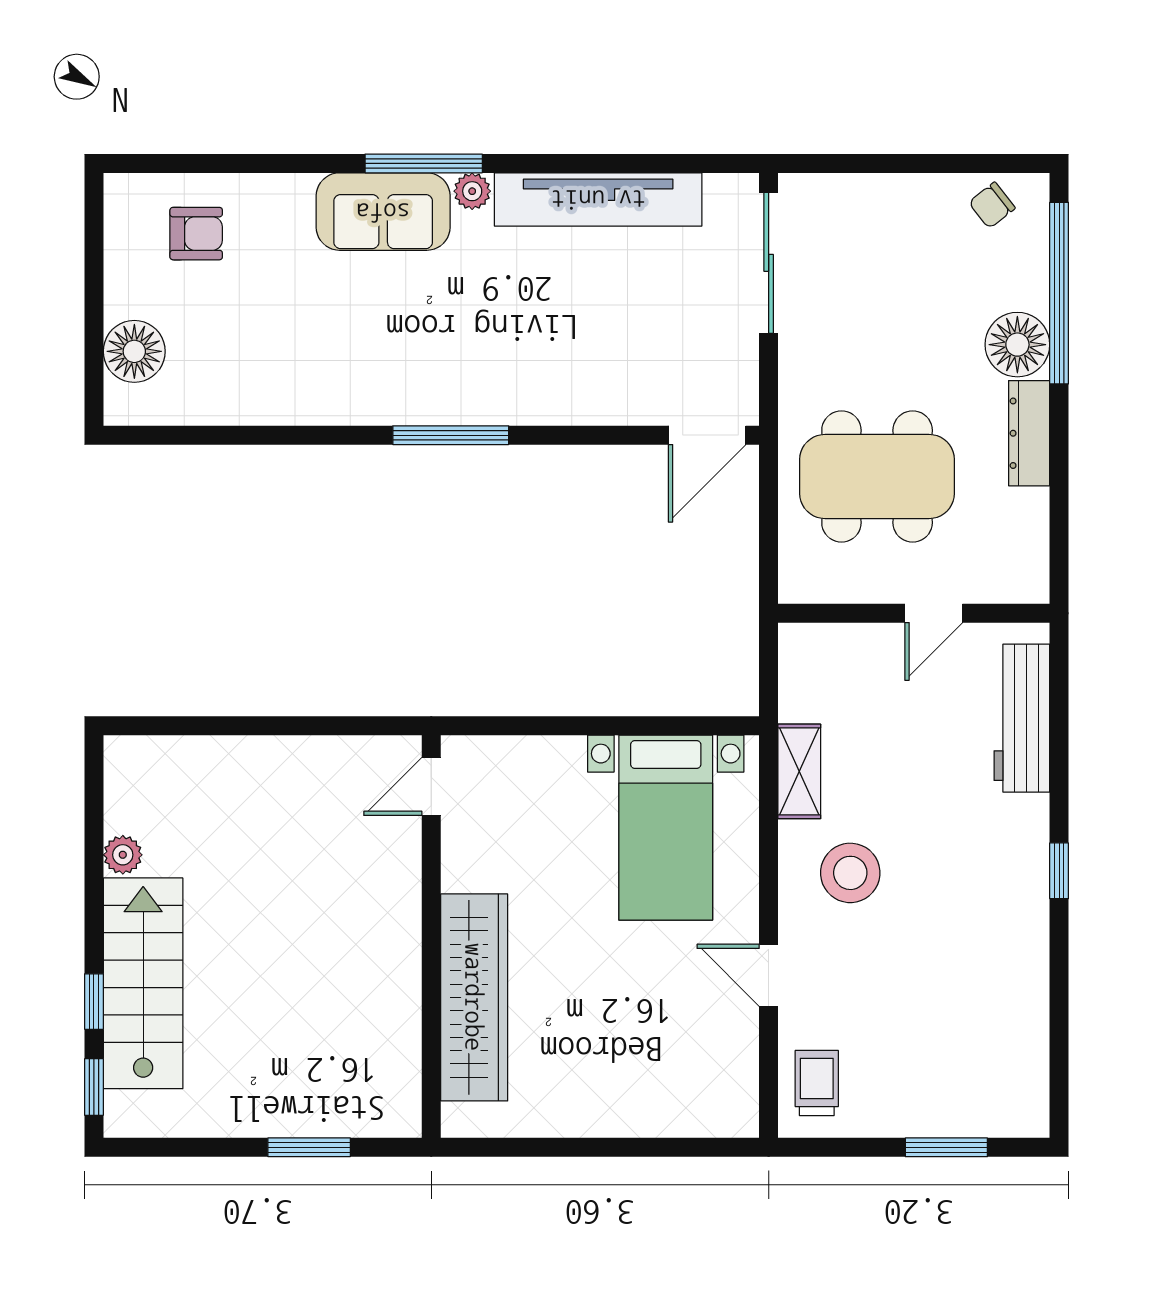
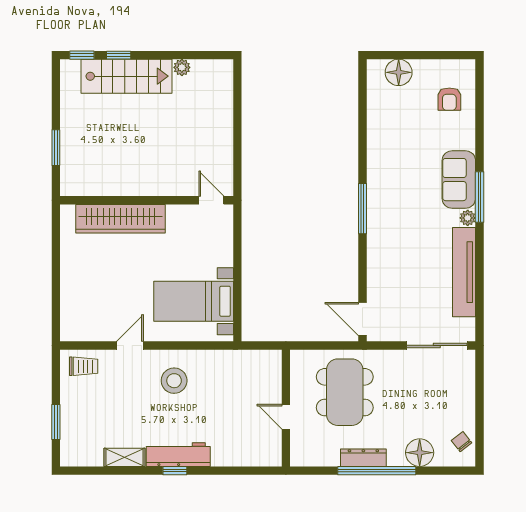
window: (1059, 293) -> (377, 471), moved
floor lamp: (1017, 345) -> (420, 453), moved
workbench: (1022, 718) -> (178, 455), moved
shelving: (799, 771) -> (124, 457), moved

